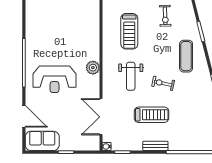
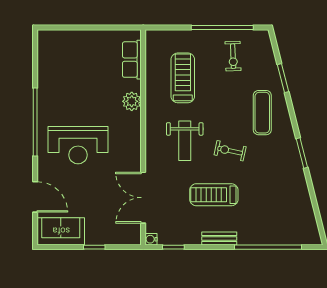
row of seats: (93, 18) -> (132, 60), added
treadmill: (129, 31) -> (183, 78), turned 180
plant: (93, 68) -> (132, 101), moved
treadmill: (151, 115) -> (214, 195), turned 180

